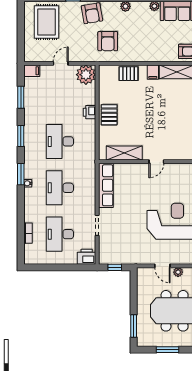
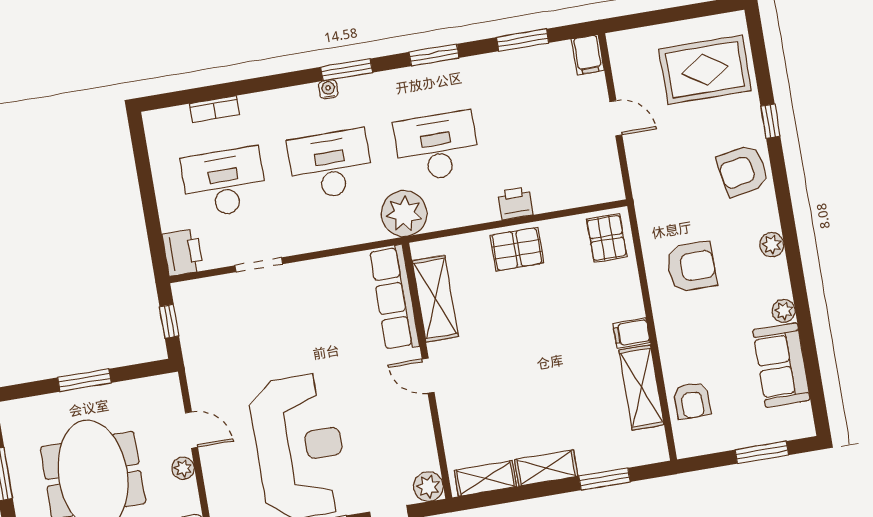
armchair: (108, 41) -> (691, 267), moved, turned 180
pallet: (129, 74) -> (607, 238), moved
plant: (86, 75) -> (404, 214), moved
row of seats: (106, 185) -> (394, 298), moved, turned 90
door: (162, 266) -> (191, 430), swing flipped
window: (134, 326) -> (84, 380), moved

